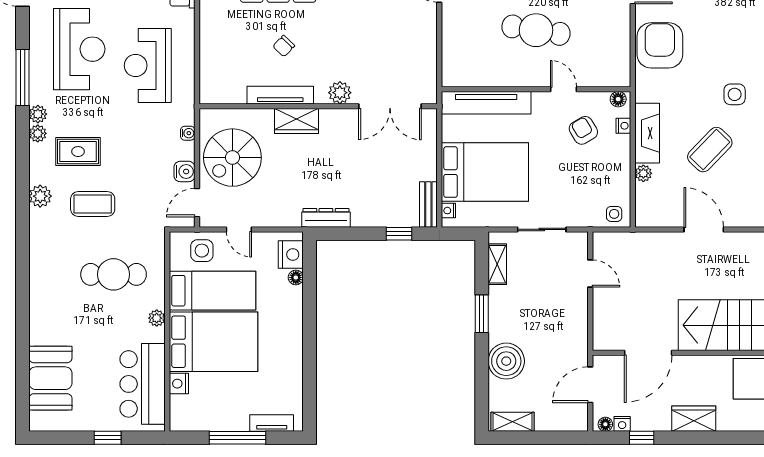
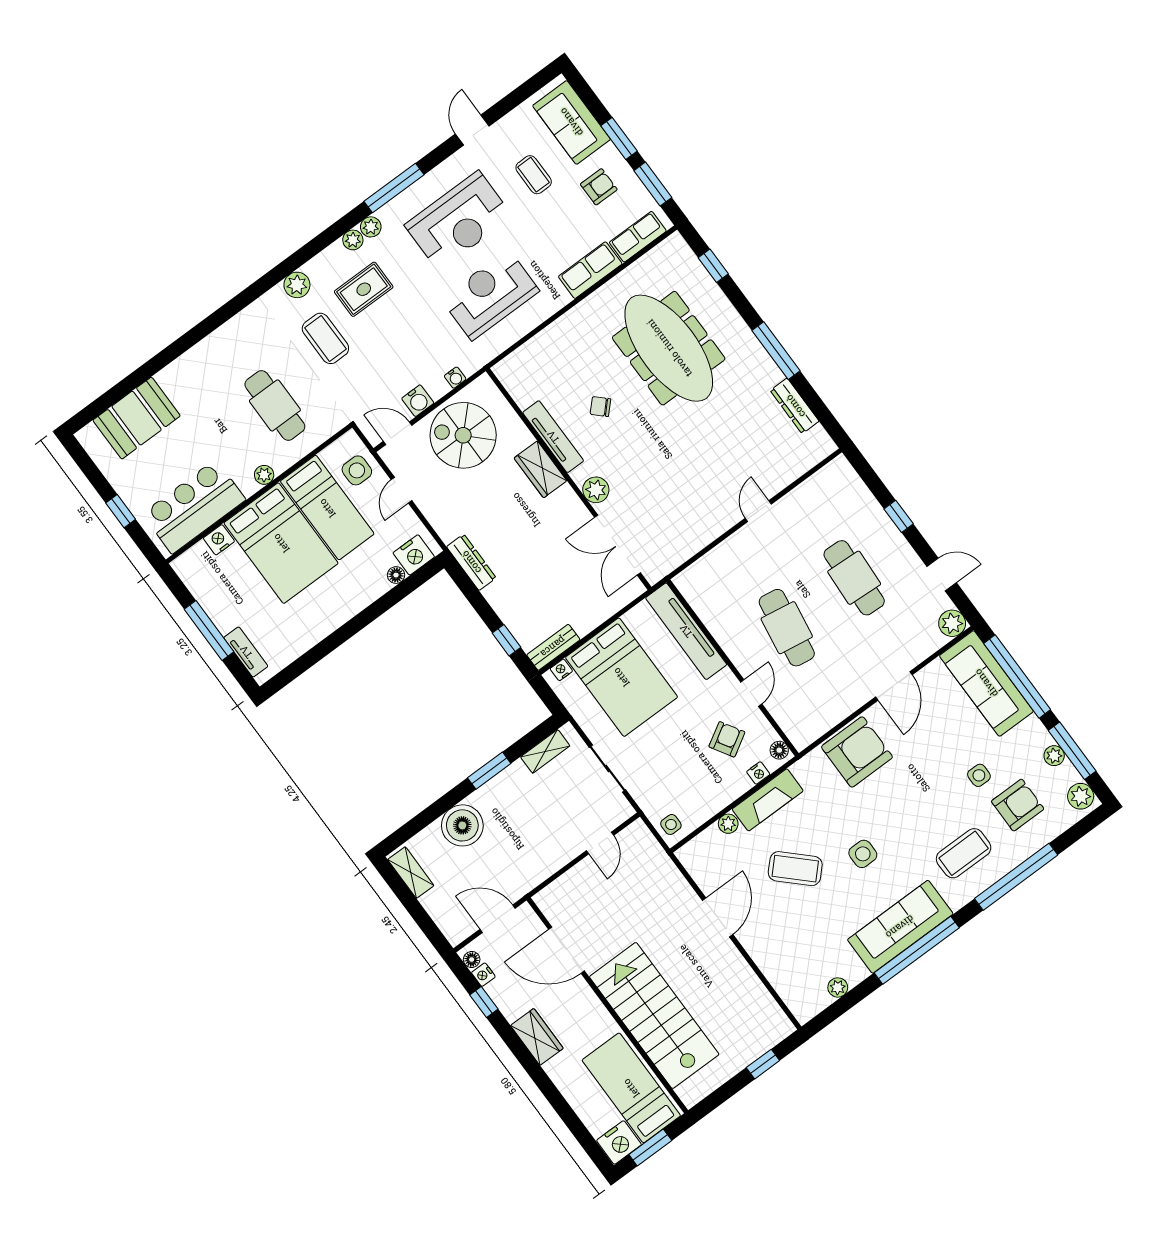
rug: (78, 152) -> (364, 289), turned 90

